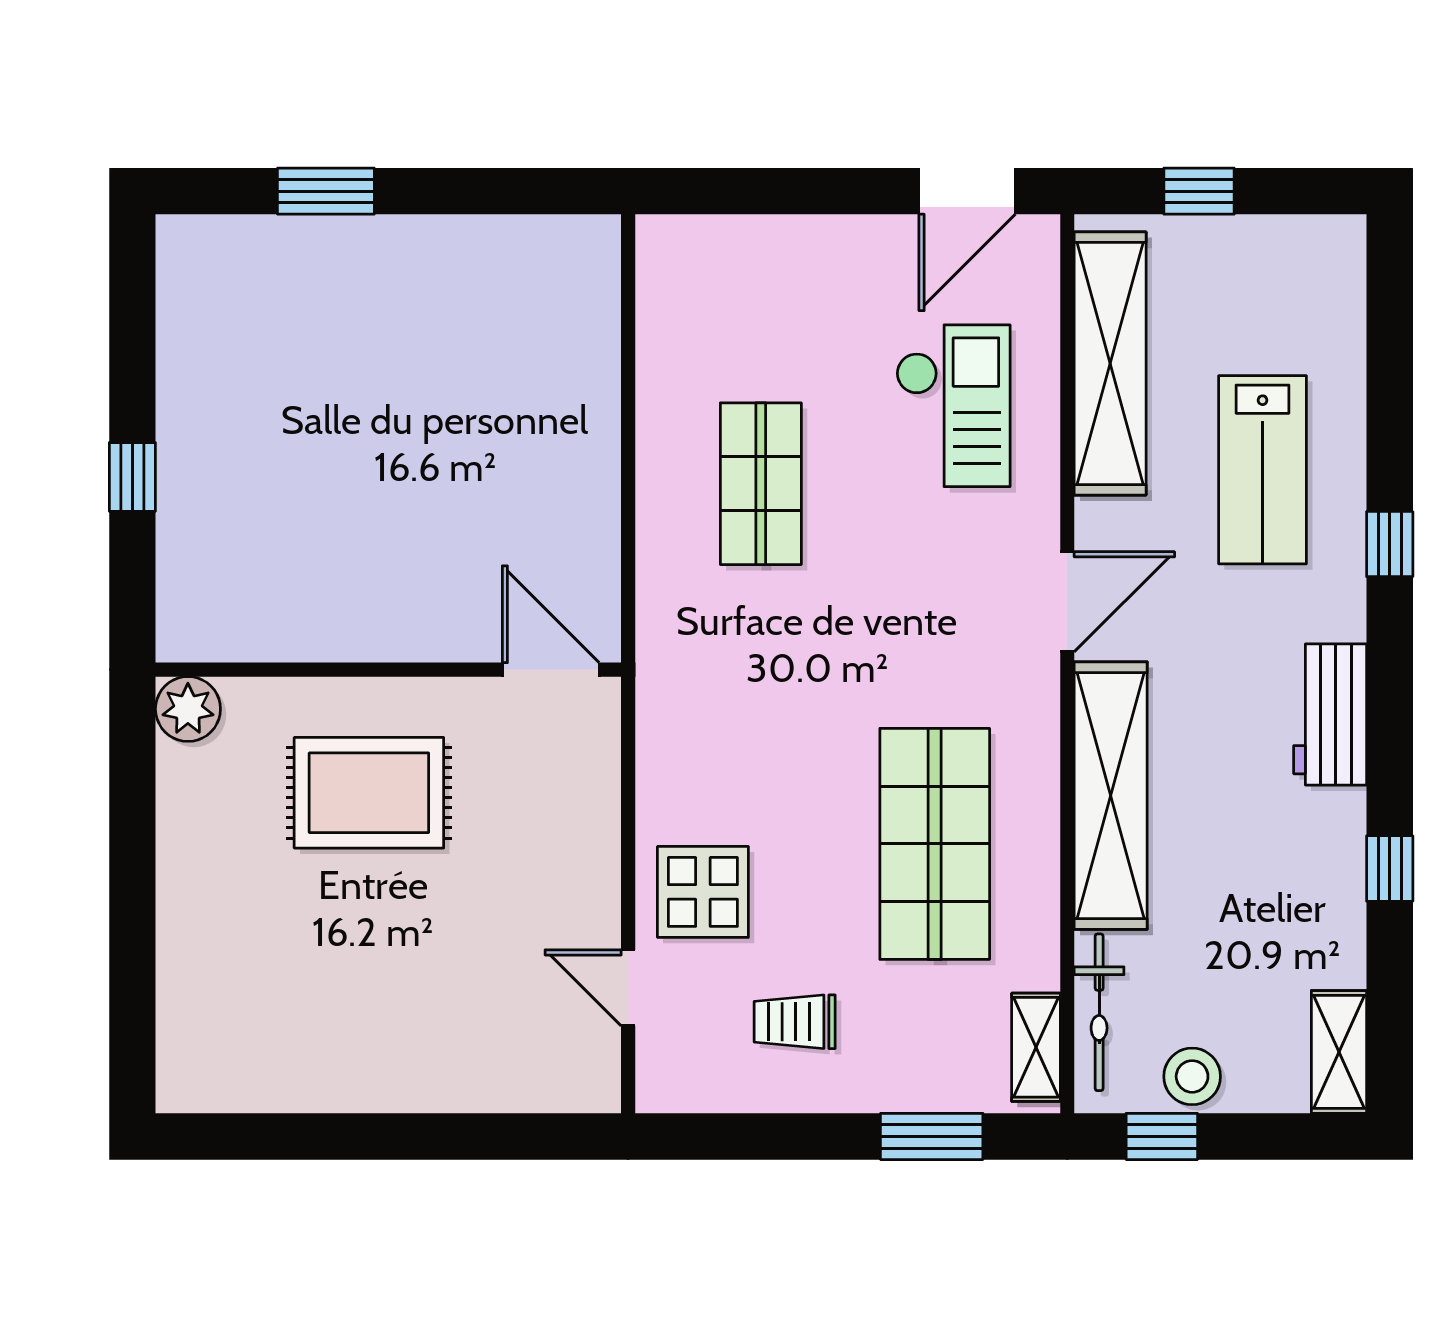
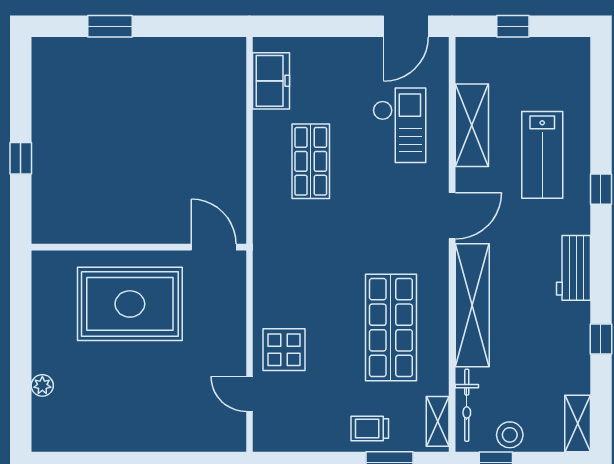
freezer: (675, 309) -> (271, 81), added
shelving: (1110, 364) -> (472, 125), width x0.68
plant: (188, 709) -> (42, 385), moved, width x0.73, depth x0.73
rug: (369, 793) -> (130, 304), width x1.37, depth x1.44
trolley: (795, 1022) -> (370, 429), moved

